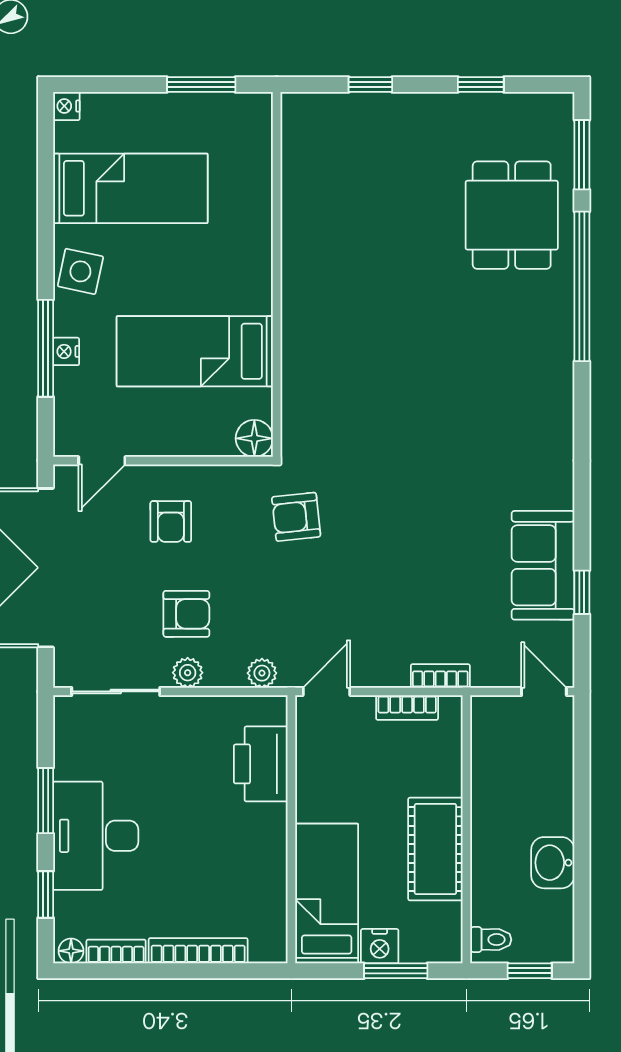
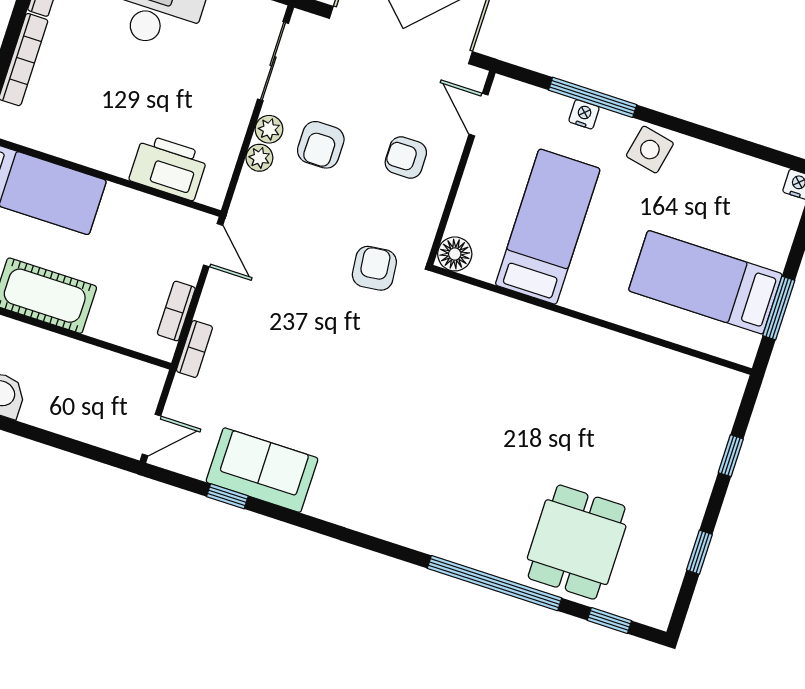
window: (582, 155) -> (609, 621), width x0.67
bed: (130, 188) -> (705, 282), moved, turned 90
dining table: (512, 215) -> (577, 542), turned 90
plant: (262, 673) -> (259, 158), moved

